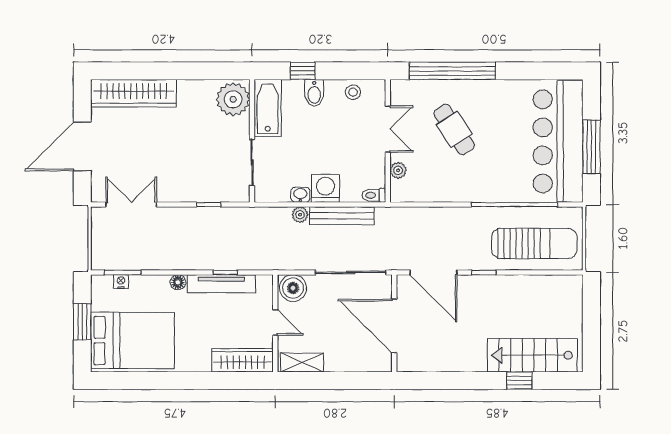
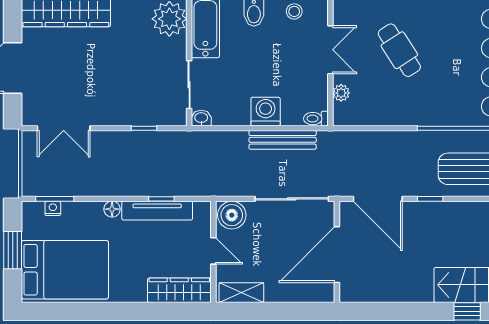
washbasin: (300, 195) -> (201, 118), moved
double door: (131, 205) -> (64, 128), swing flipped
plant: (300, 215) -> (239, 139), removed
door: (394, 326) -> (337, 255), hinge flipped

